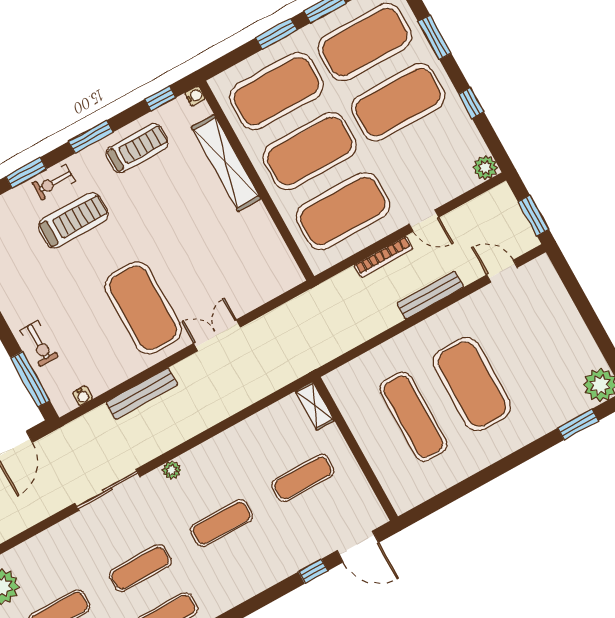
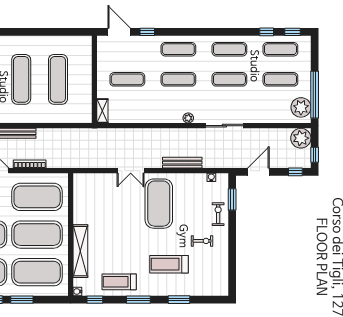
exercise bike: (54, 182) -> (202, 241), moved
window: (30, 379) -> (232, 199), width x0.69
exercise mat: (472, 384) -> (21, 79), width x0.68
exercise mat: (248, 571) -> (178, 49), added

